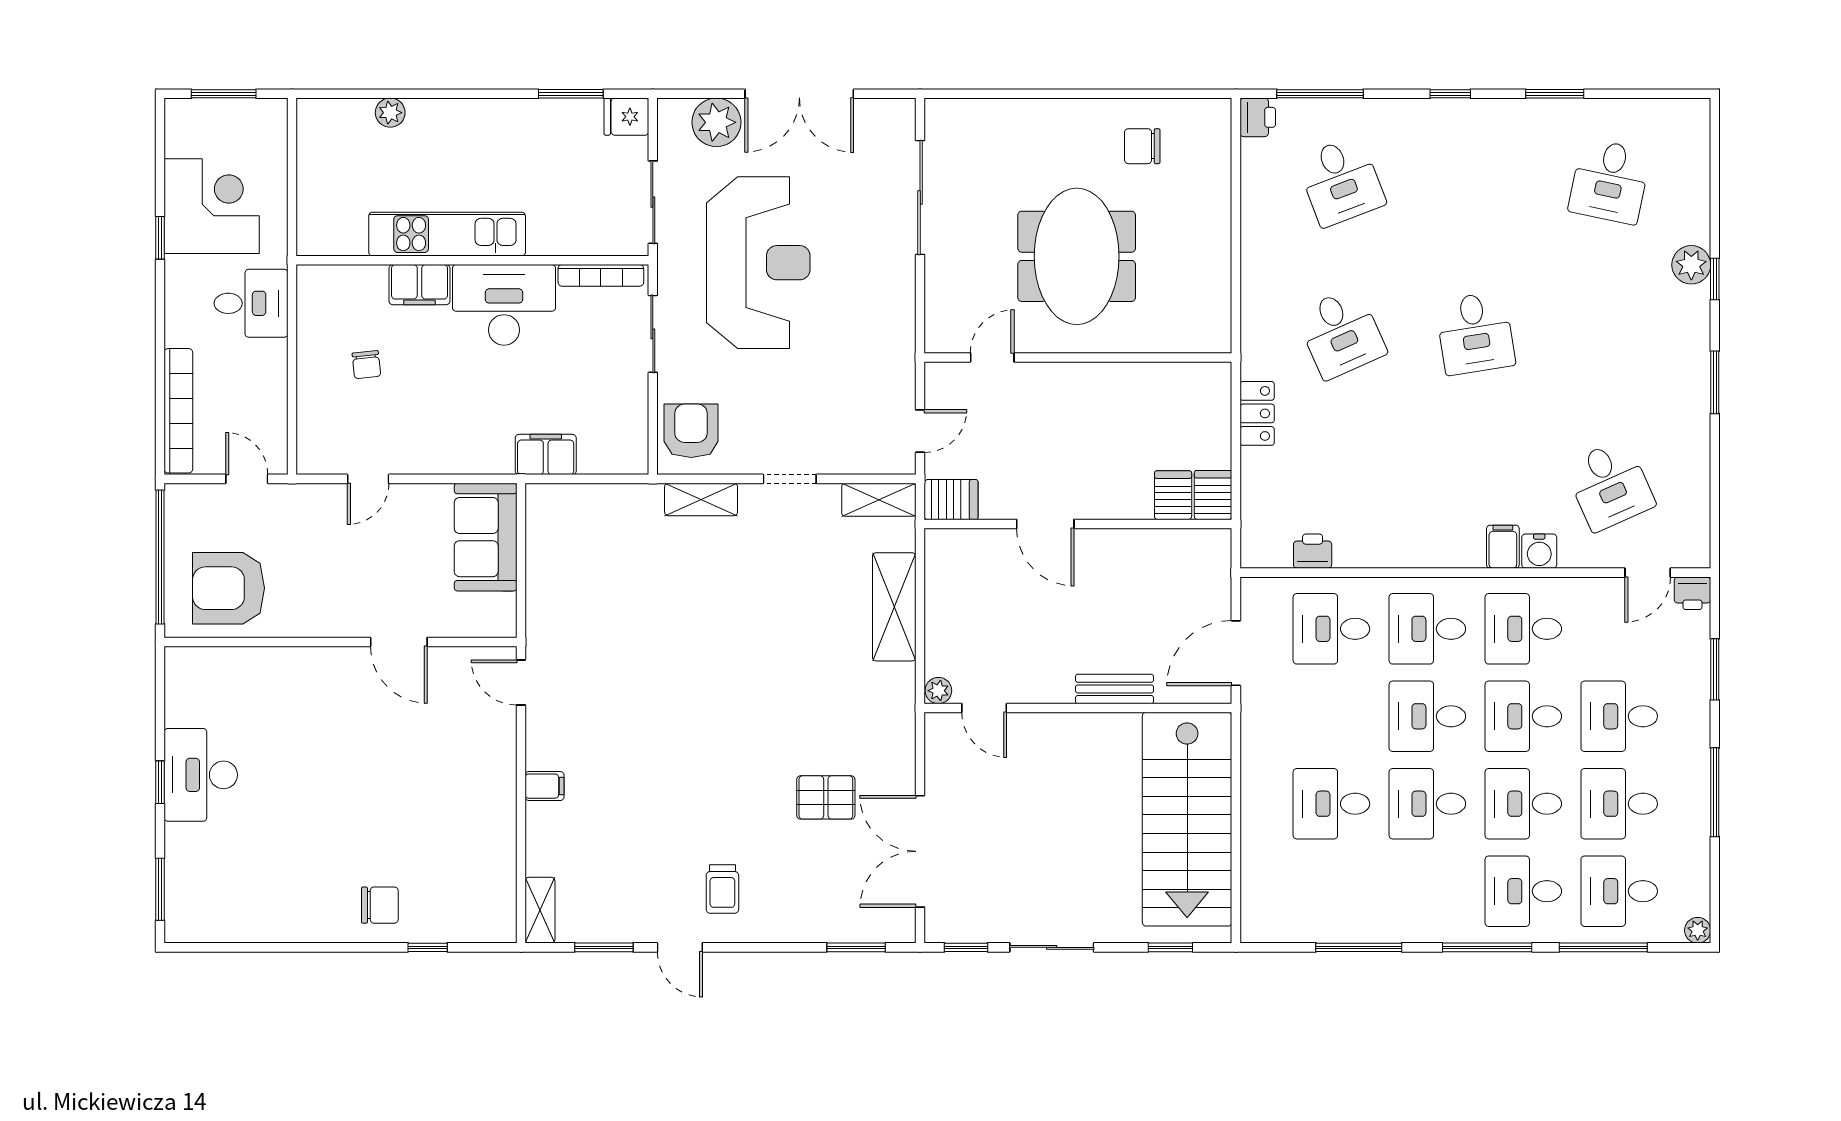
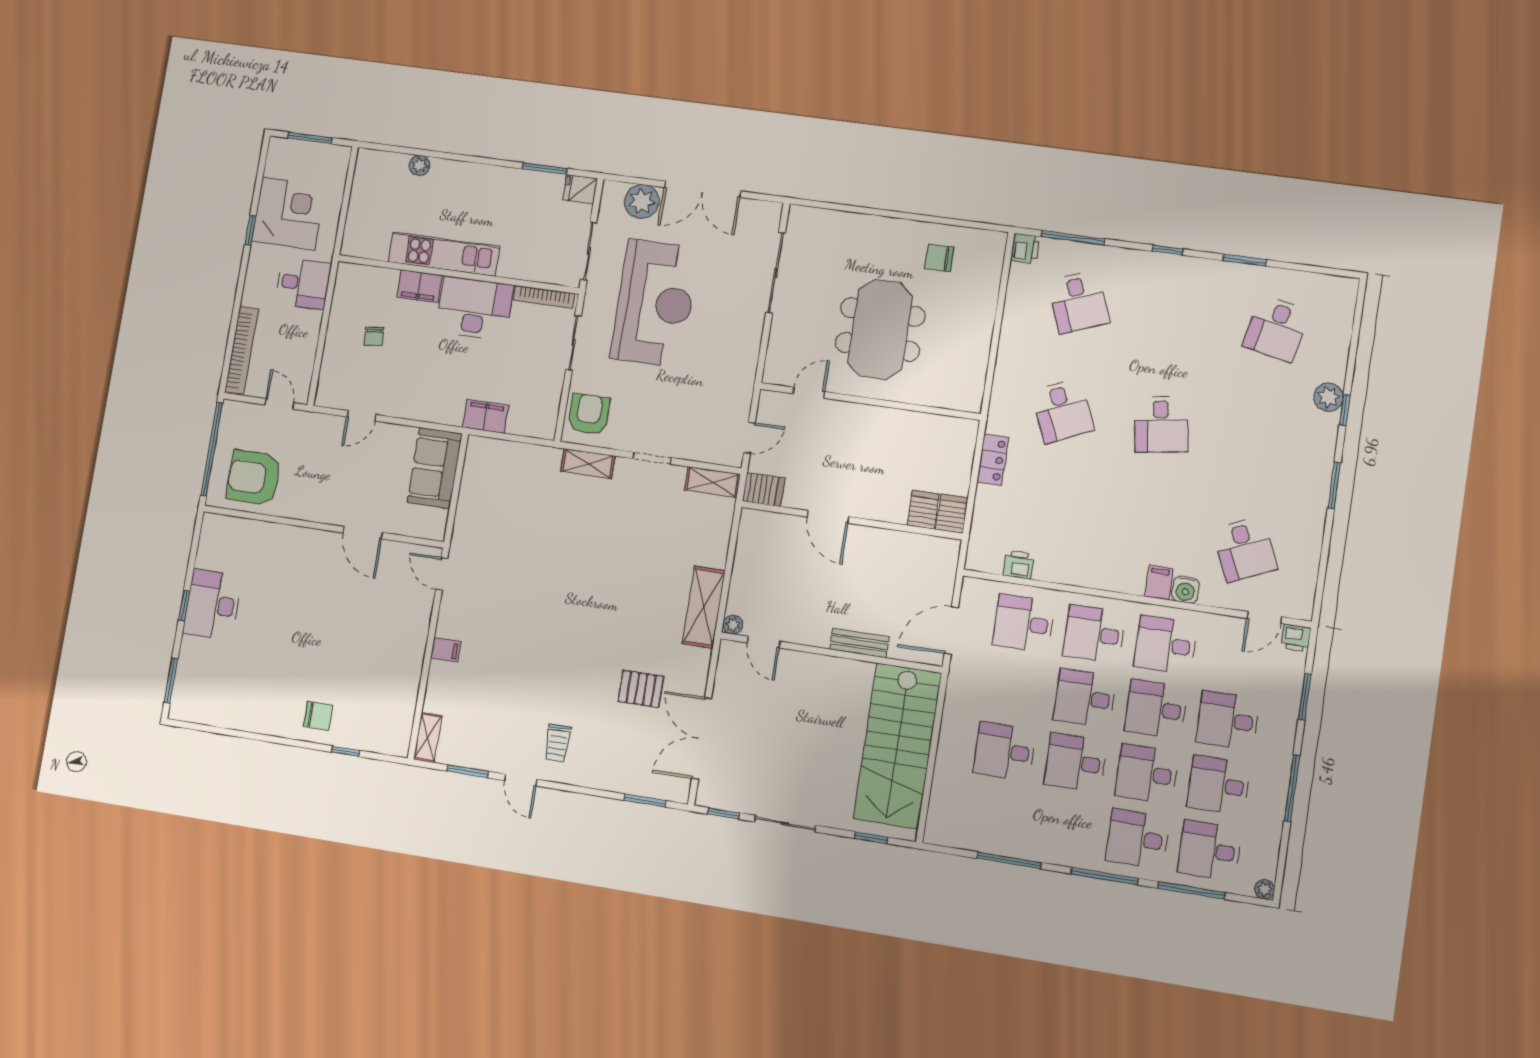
shelving: (894, 607) -> (704, 607), moved

